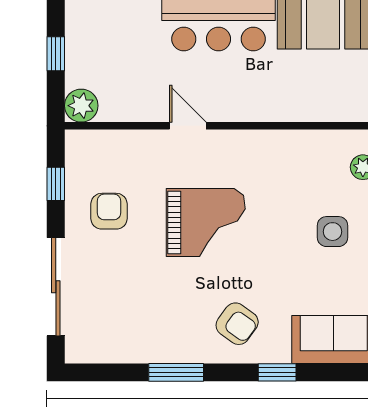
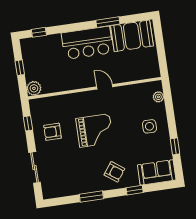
door: (188, 126) -> (105, 87), moved
armchair: (109, 211) -> (53, 132), turned -90
sliding door: (56, 287) -> (35, 167), width x0.73

